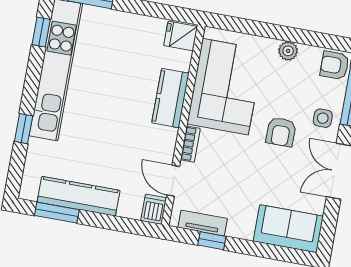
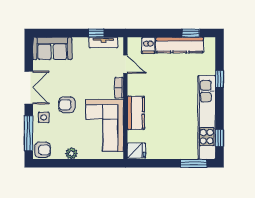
armchair: (281, 132) -> (67, 105), turned -90
dishwasher: (154, 209) -> (148, 45), moved
window: (57, 213) -> (191, 33), width x0.67

